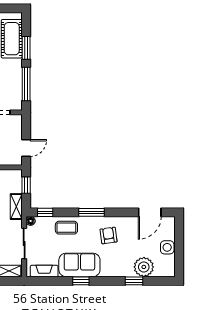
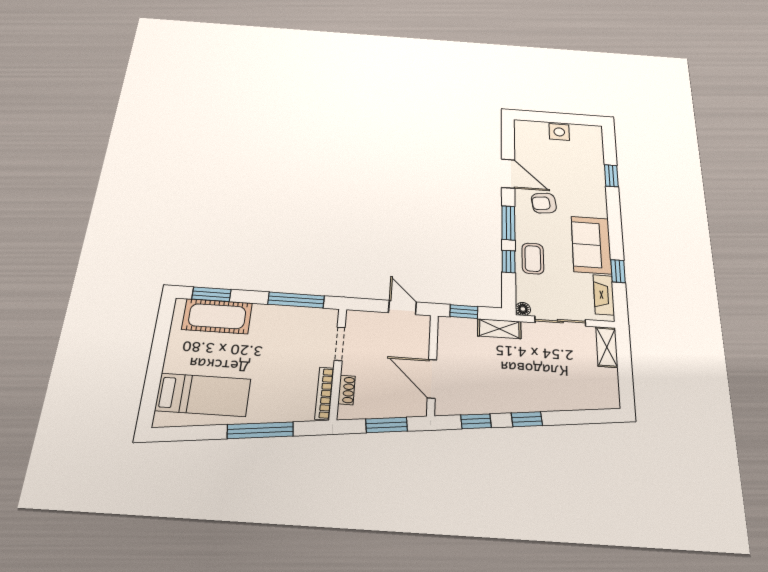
window: (26, 48) -> (211, 294), moved
window: (45, 212) -> (509, 261), moved
door: (150, 212) -> (508, 174), moved
plant: (144, 267) -> (590, 162), removed
window: (81, 281) -> (618, 271), moved

